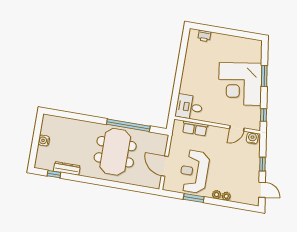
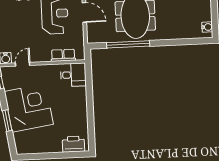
printer: (204, 36) -> (73, 144), width x1.87, depth x1.48
water cooler: (44, 140) -> (207, 27), moved

